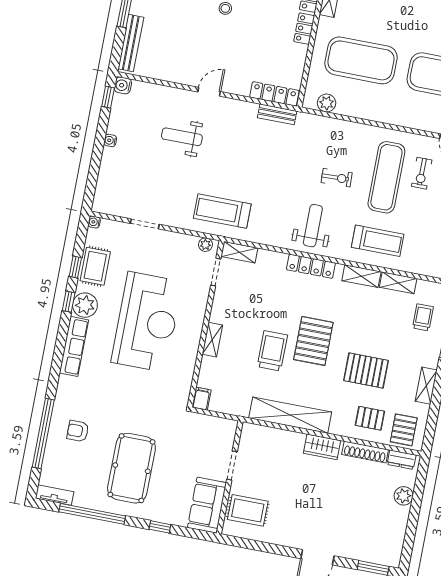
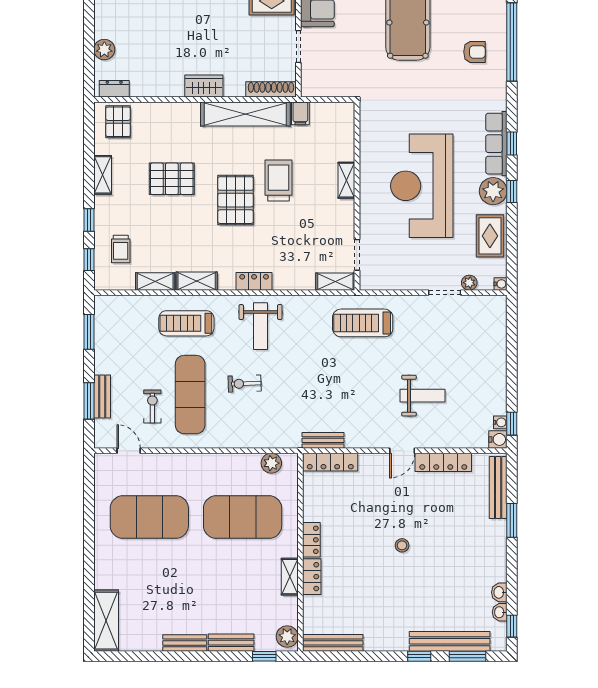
locker: (175, 75) -> (443, 462), added
water cooler: (110, 140) -> (500, 422), moved
treadmill: (222, 211) -> (363, 323), turned 180
plant: (205, 245) -> (469, 283), moved
locker: (311, 266) -> (254, 281), width x0.66
window: (75, 267) -> (512, 144), moved
trolley: (272, 351) -> (278, 181), turned 180
filing cabinet: (201, 399) -> (300, 113), moved
pallet: (370, 418) -> (157, 127), removed
shoe rack: (365, 452) -> (271, 89), moved

